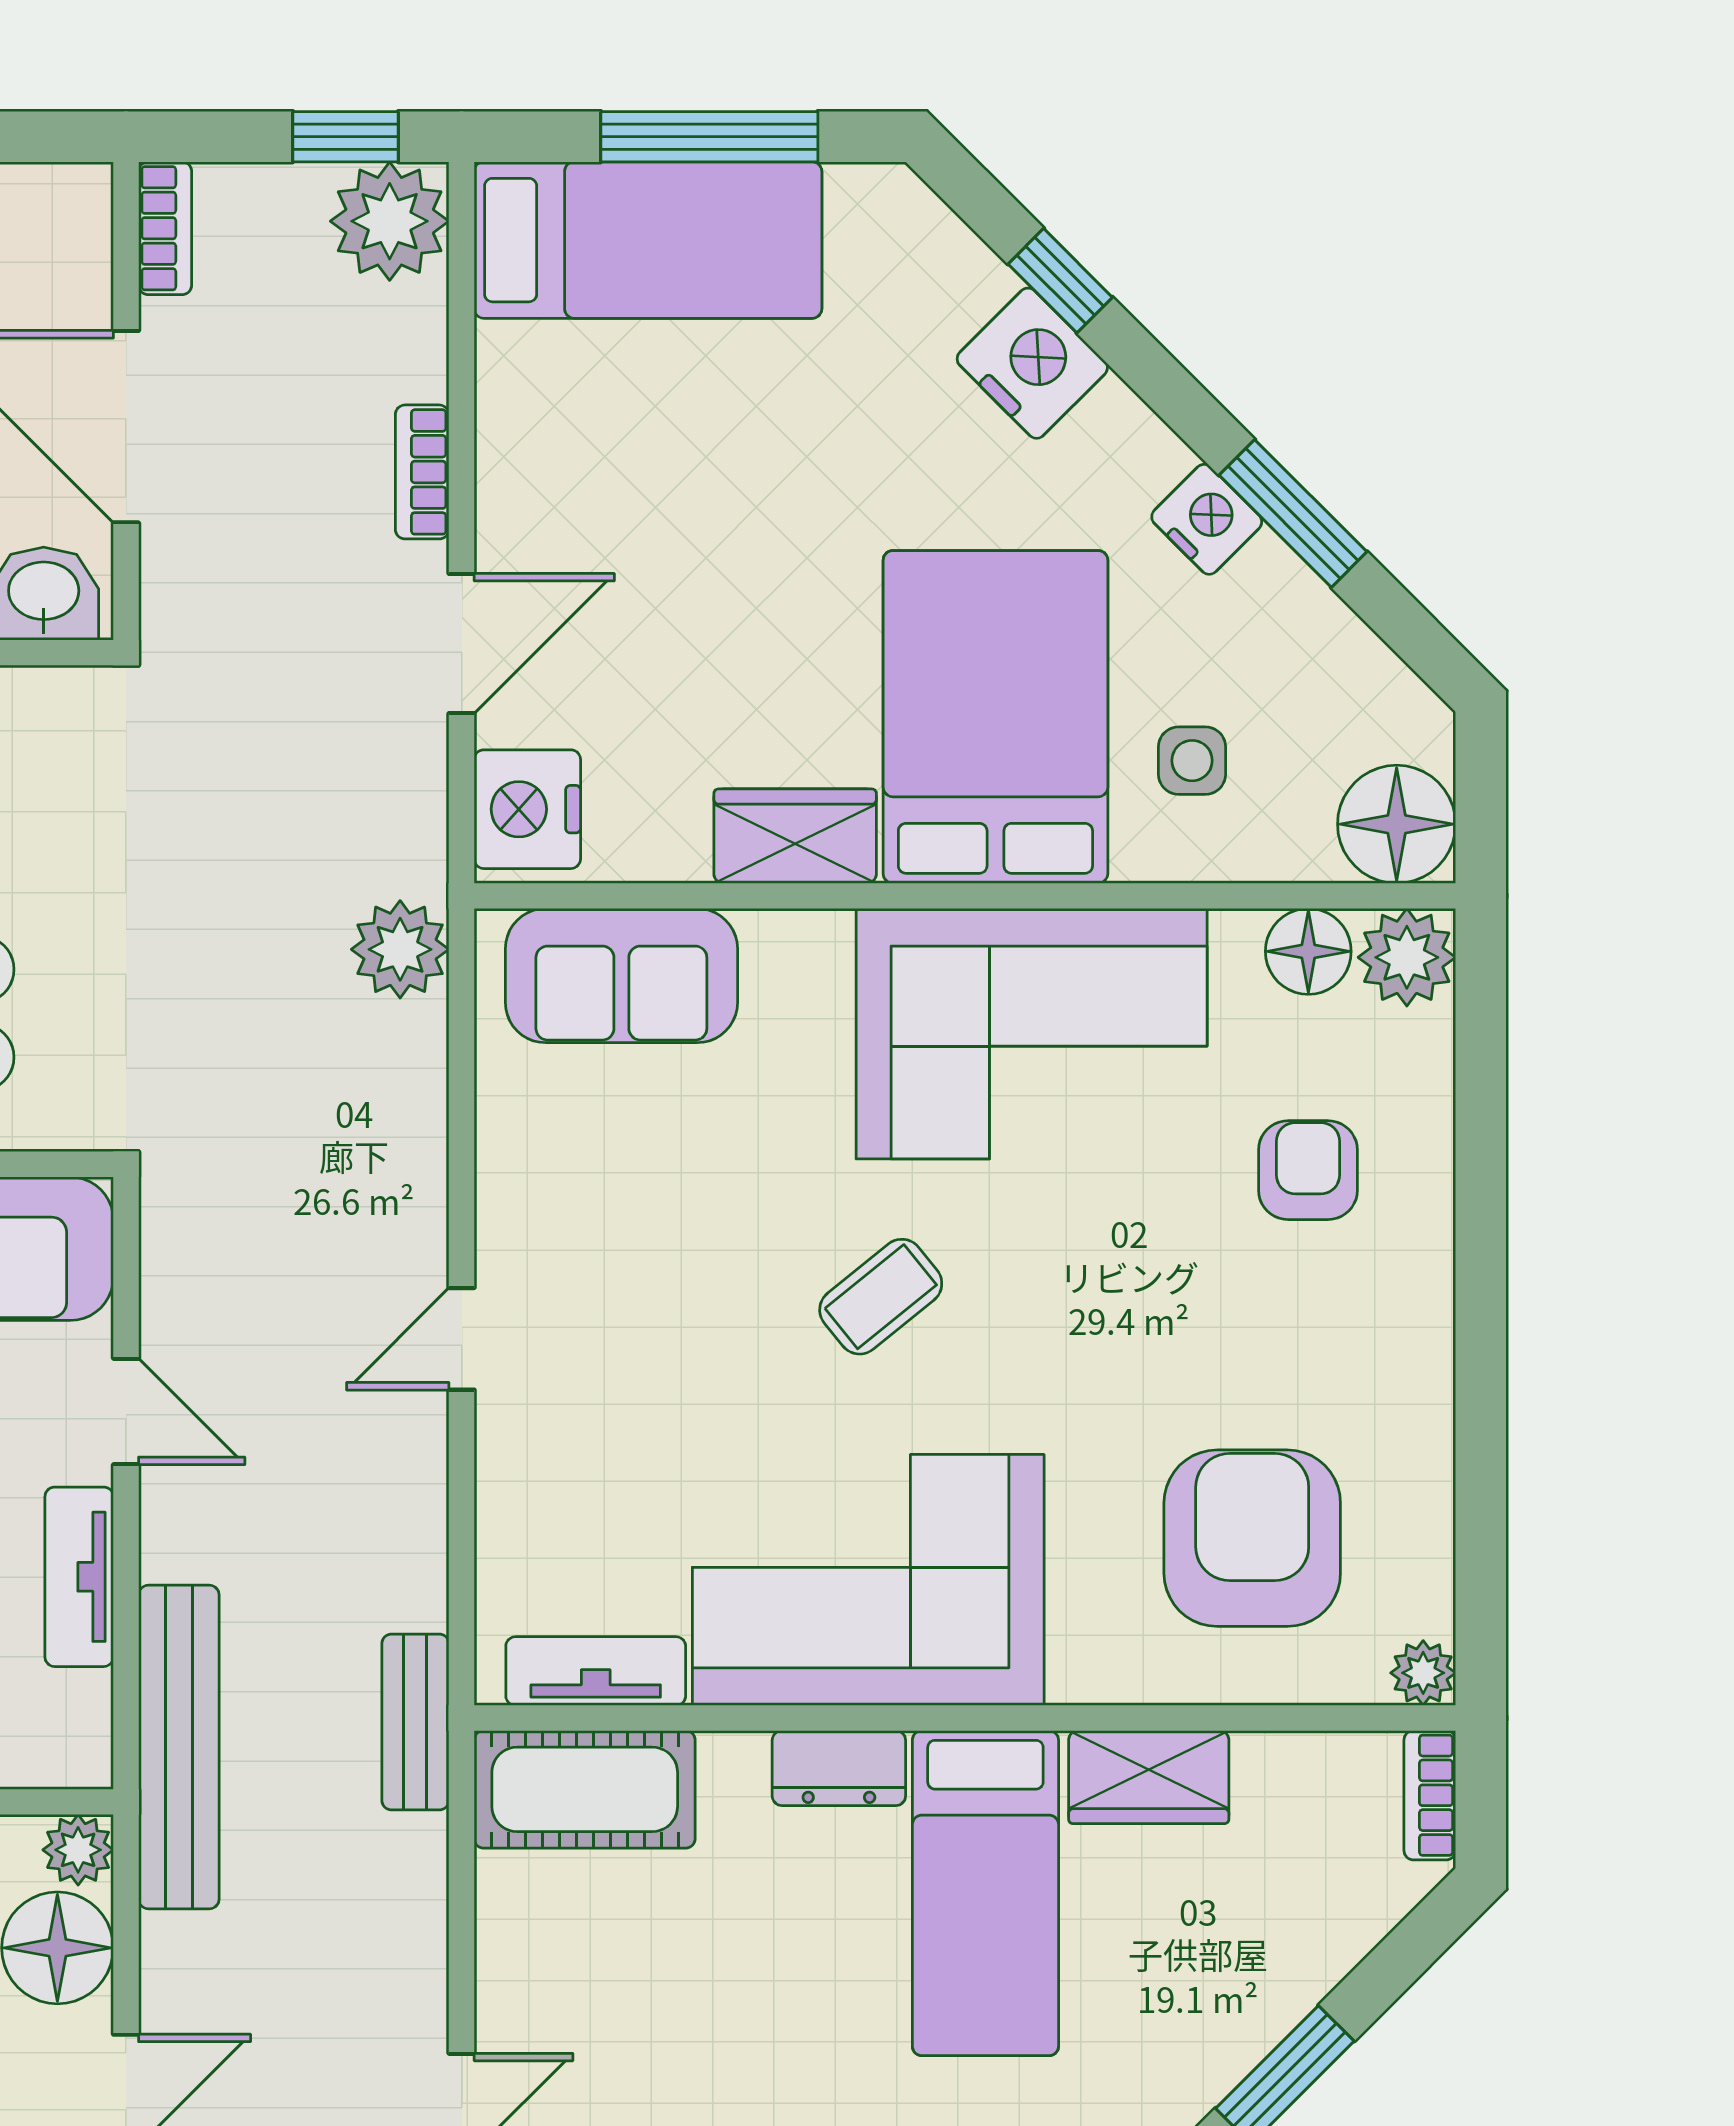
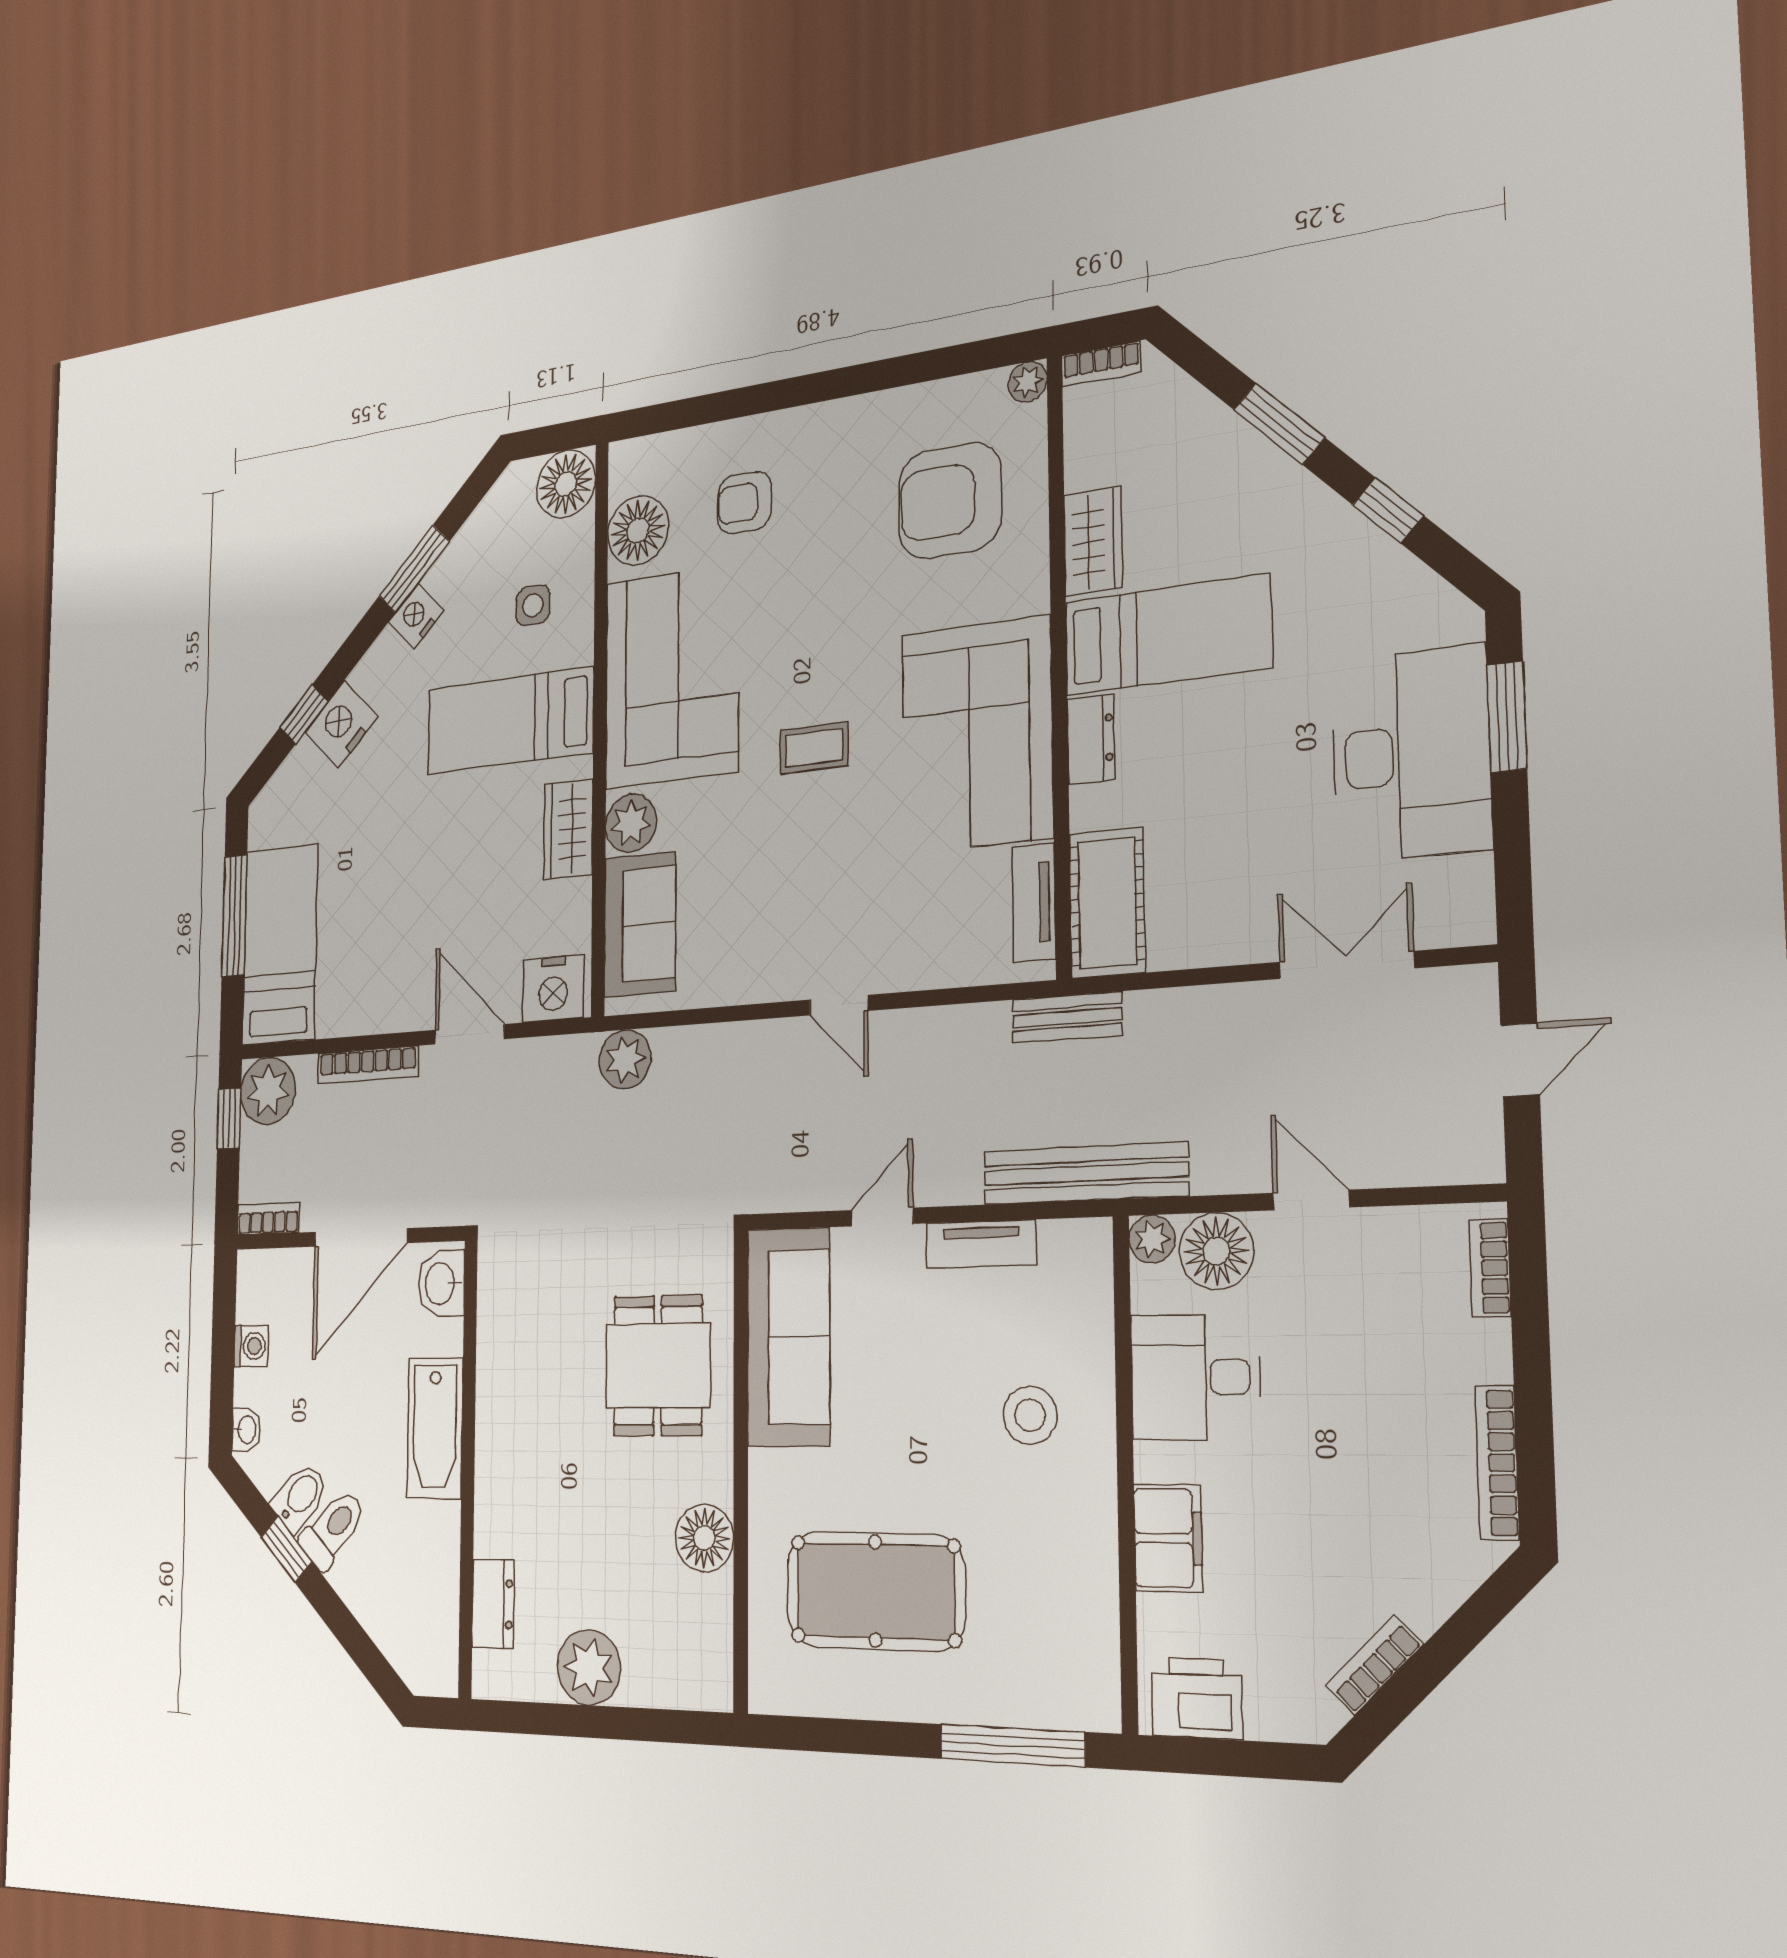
bookcase: (422, 472) -> (368, 1065), width x1.56
bed: (995, 717) -> (510, 721), width x0.67
floor lamp: (1308, 951) -> (638, 530), width x1.38, depth x1.38
plant: (1407, 957) -> (631, 823), moved
coffee table: (881, 1297) -> (814, 748), turned -51

